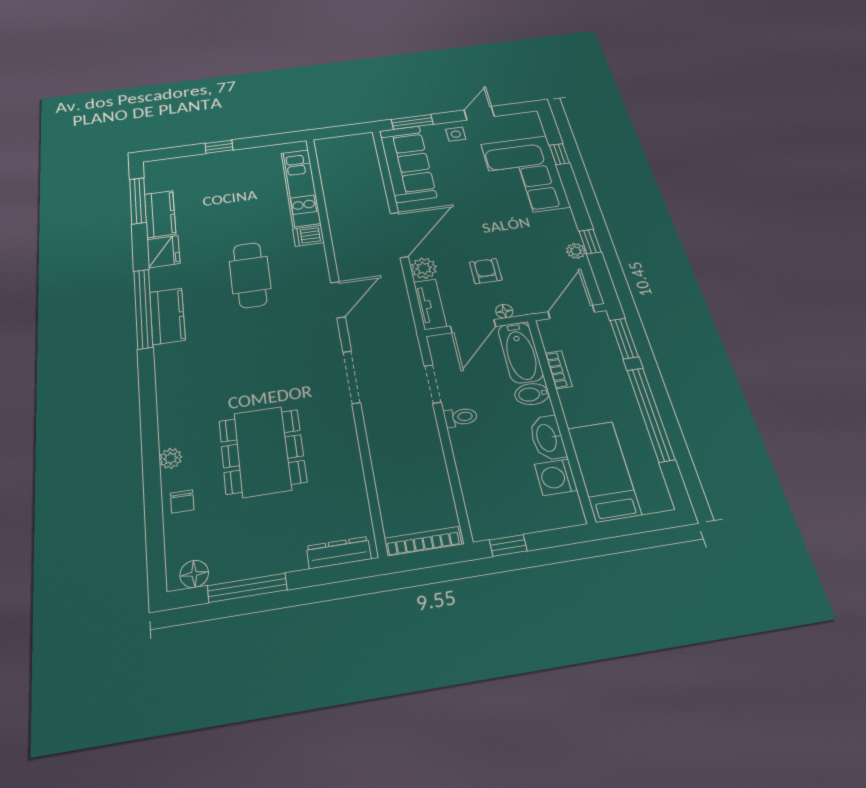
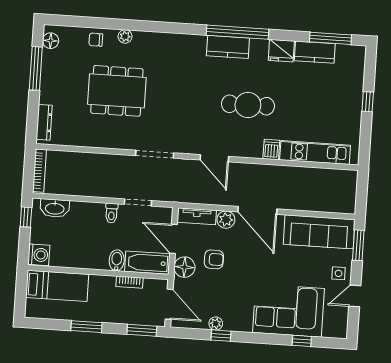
door: (479, 113) -> (355, 296), swing flipped
floor lamp: (504, 311) -> (184, 267), width x1.89, depth x1.89
window: (651, 414) -> (86, 327), width x0.47
washbasin: (547, 438) -> (55, 208), moved, turned 180
washing machine: (556, 477) -> (39, 255), moved, turned 90

